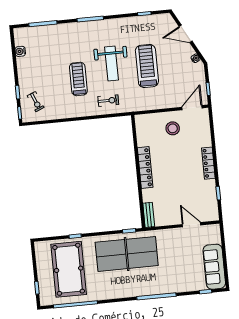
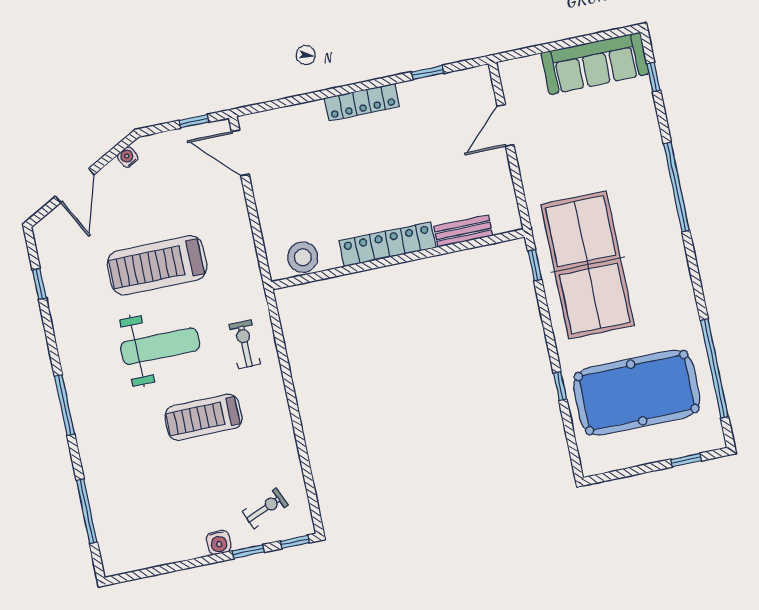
water cooler: (20, 51) -> (219, 542), moved
stool: (173, 128) -> (303, 257), moved
bench: (149, 215) -> (463, 231), moved

